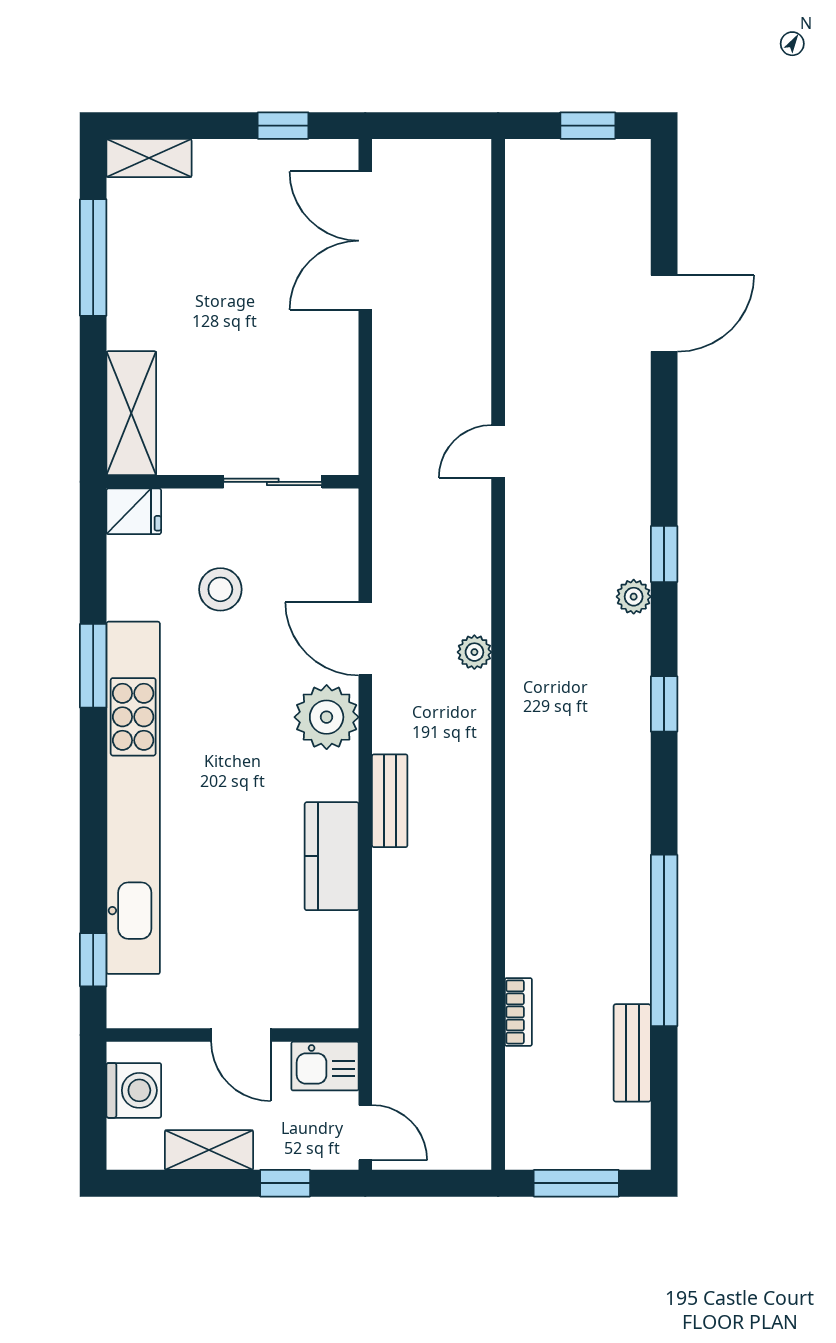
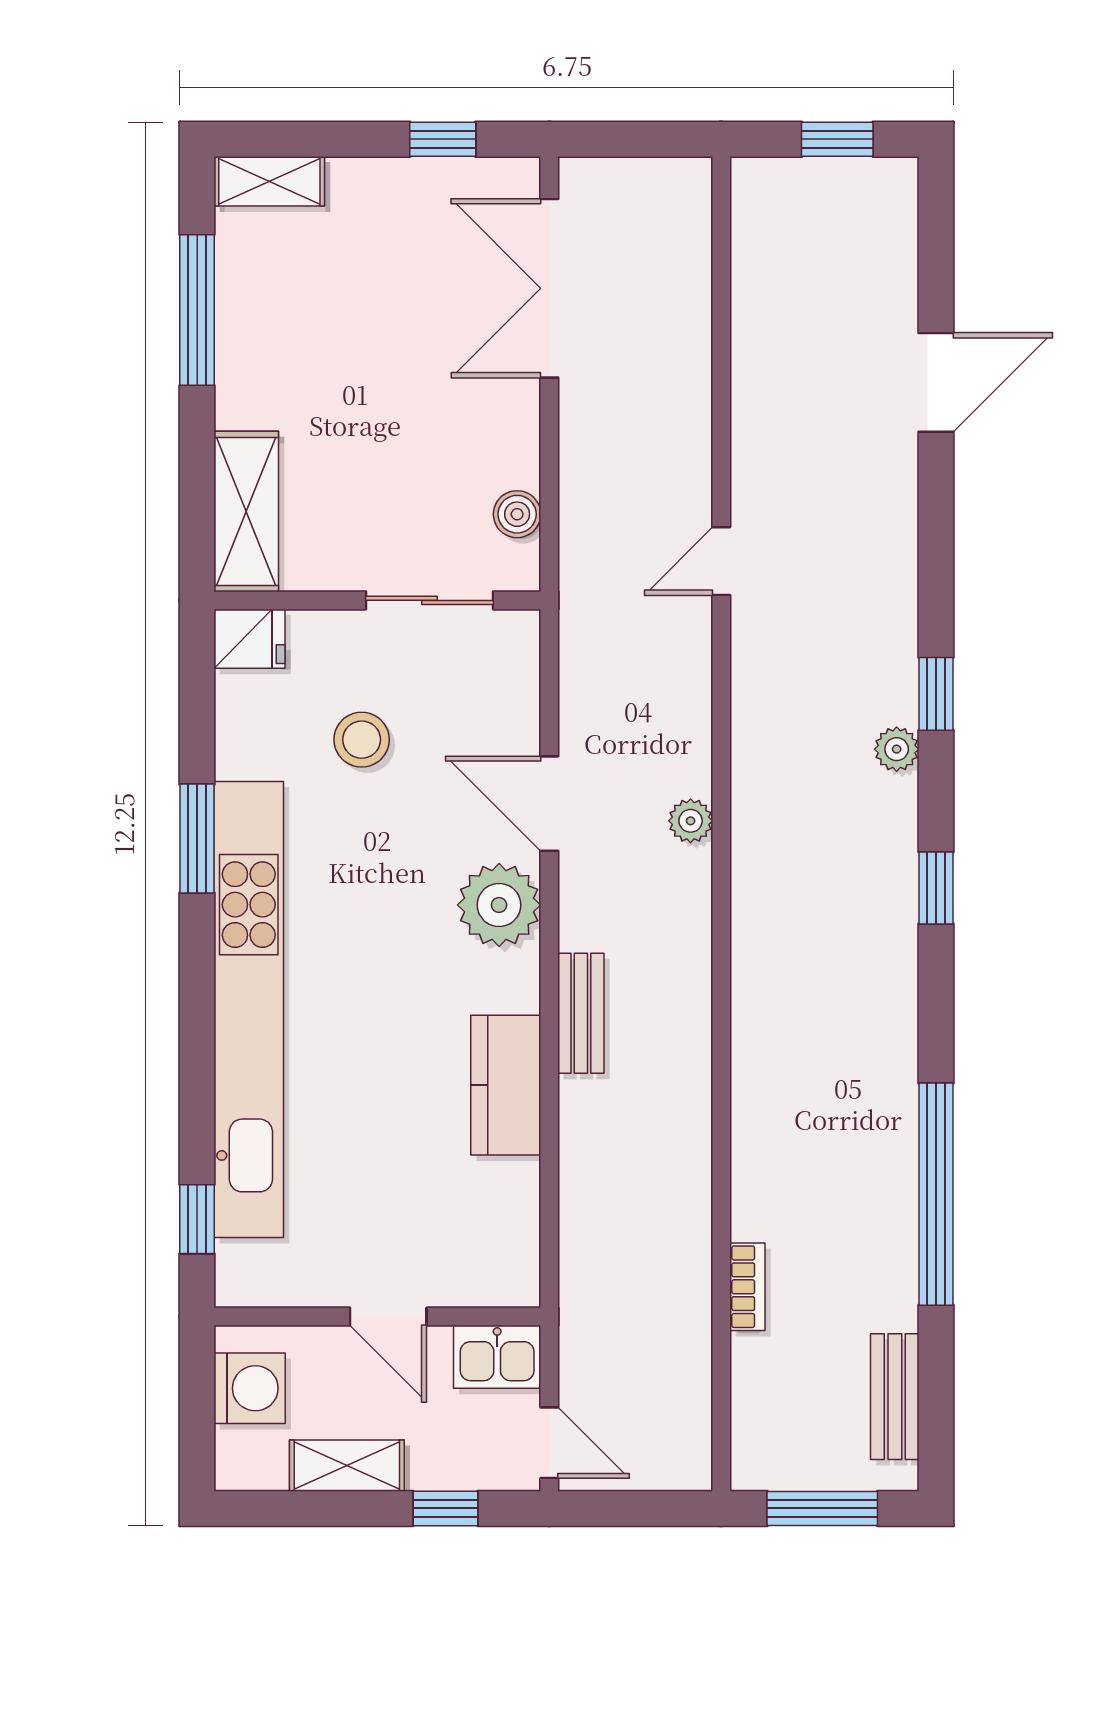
boiler: (340, 415) -> (517, 514), added
bench: (632, 1053) -> (895, 1397), moved

